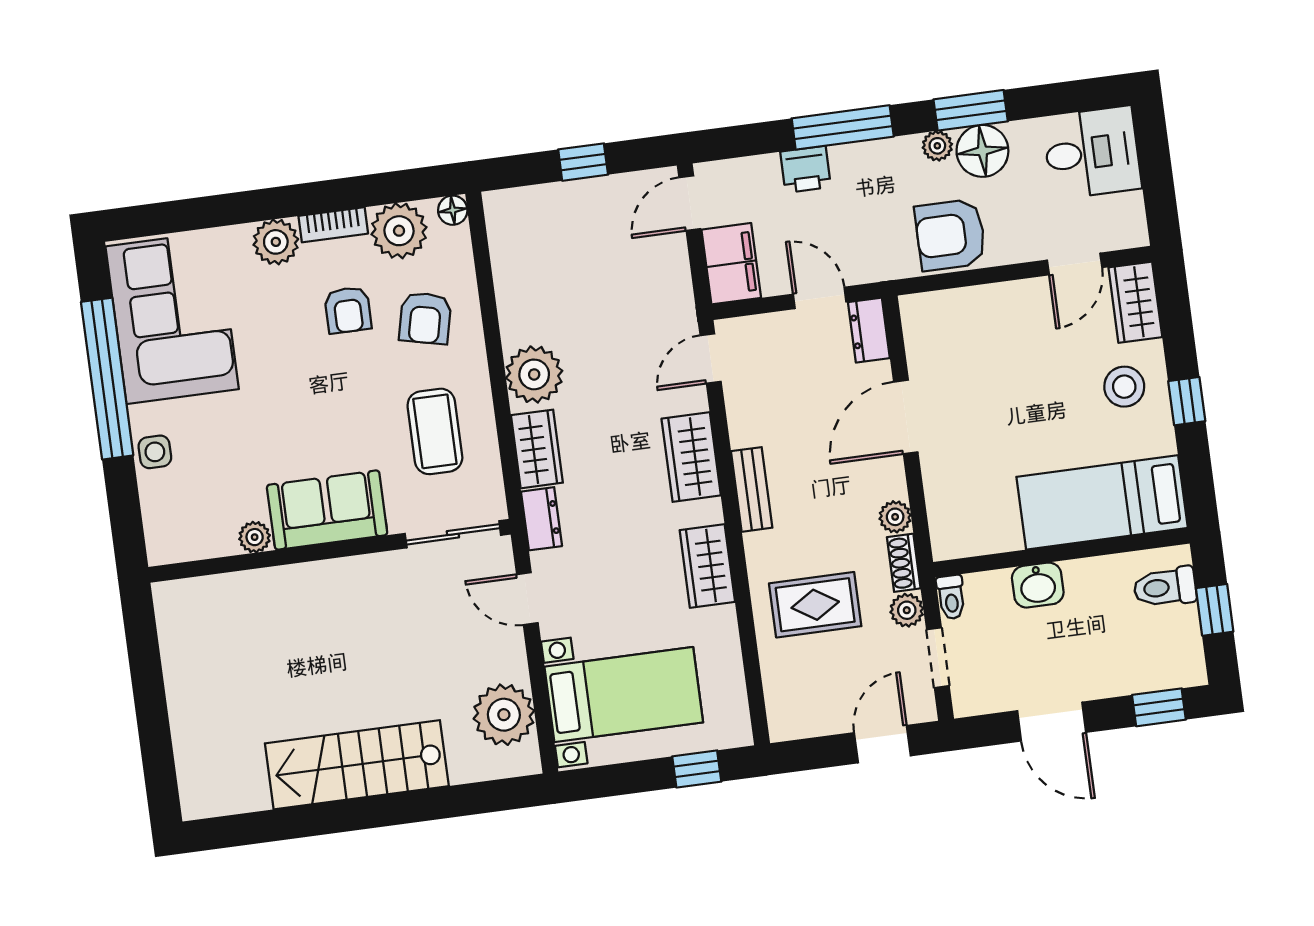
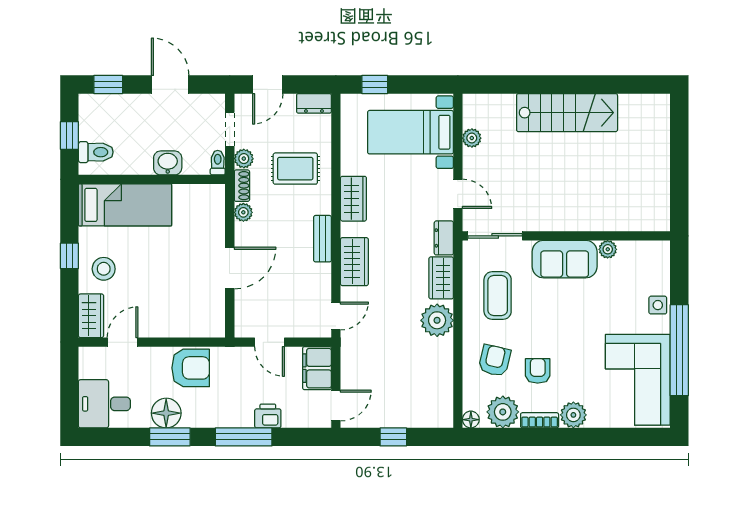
plant: (937, 146) -> (191, 419), removed
dresser: (869, 330) -> (314, 103), moved, turned 90
plant: (504, 715) -> (472, 138), width x0.53, depth x0.53

